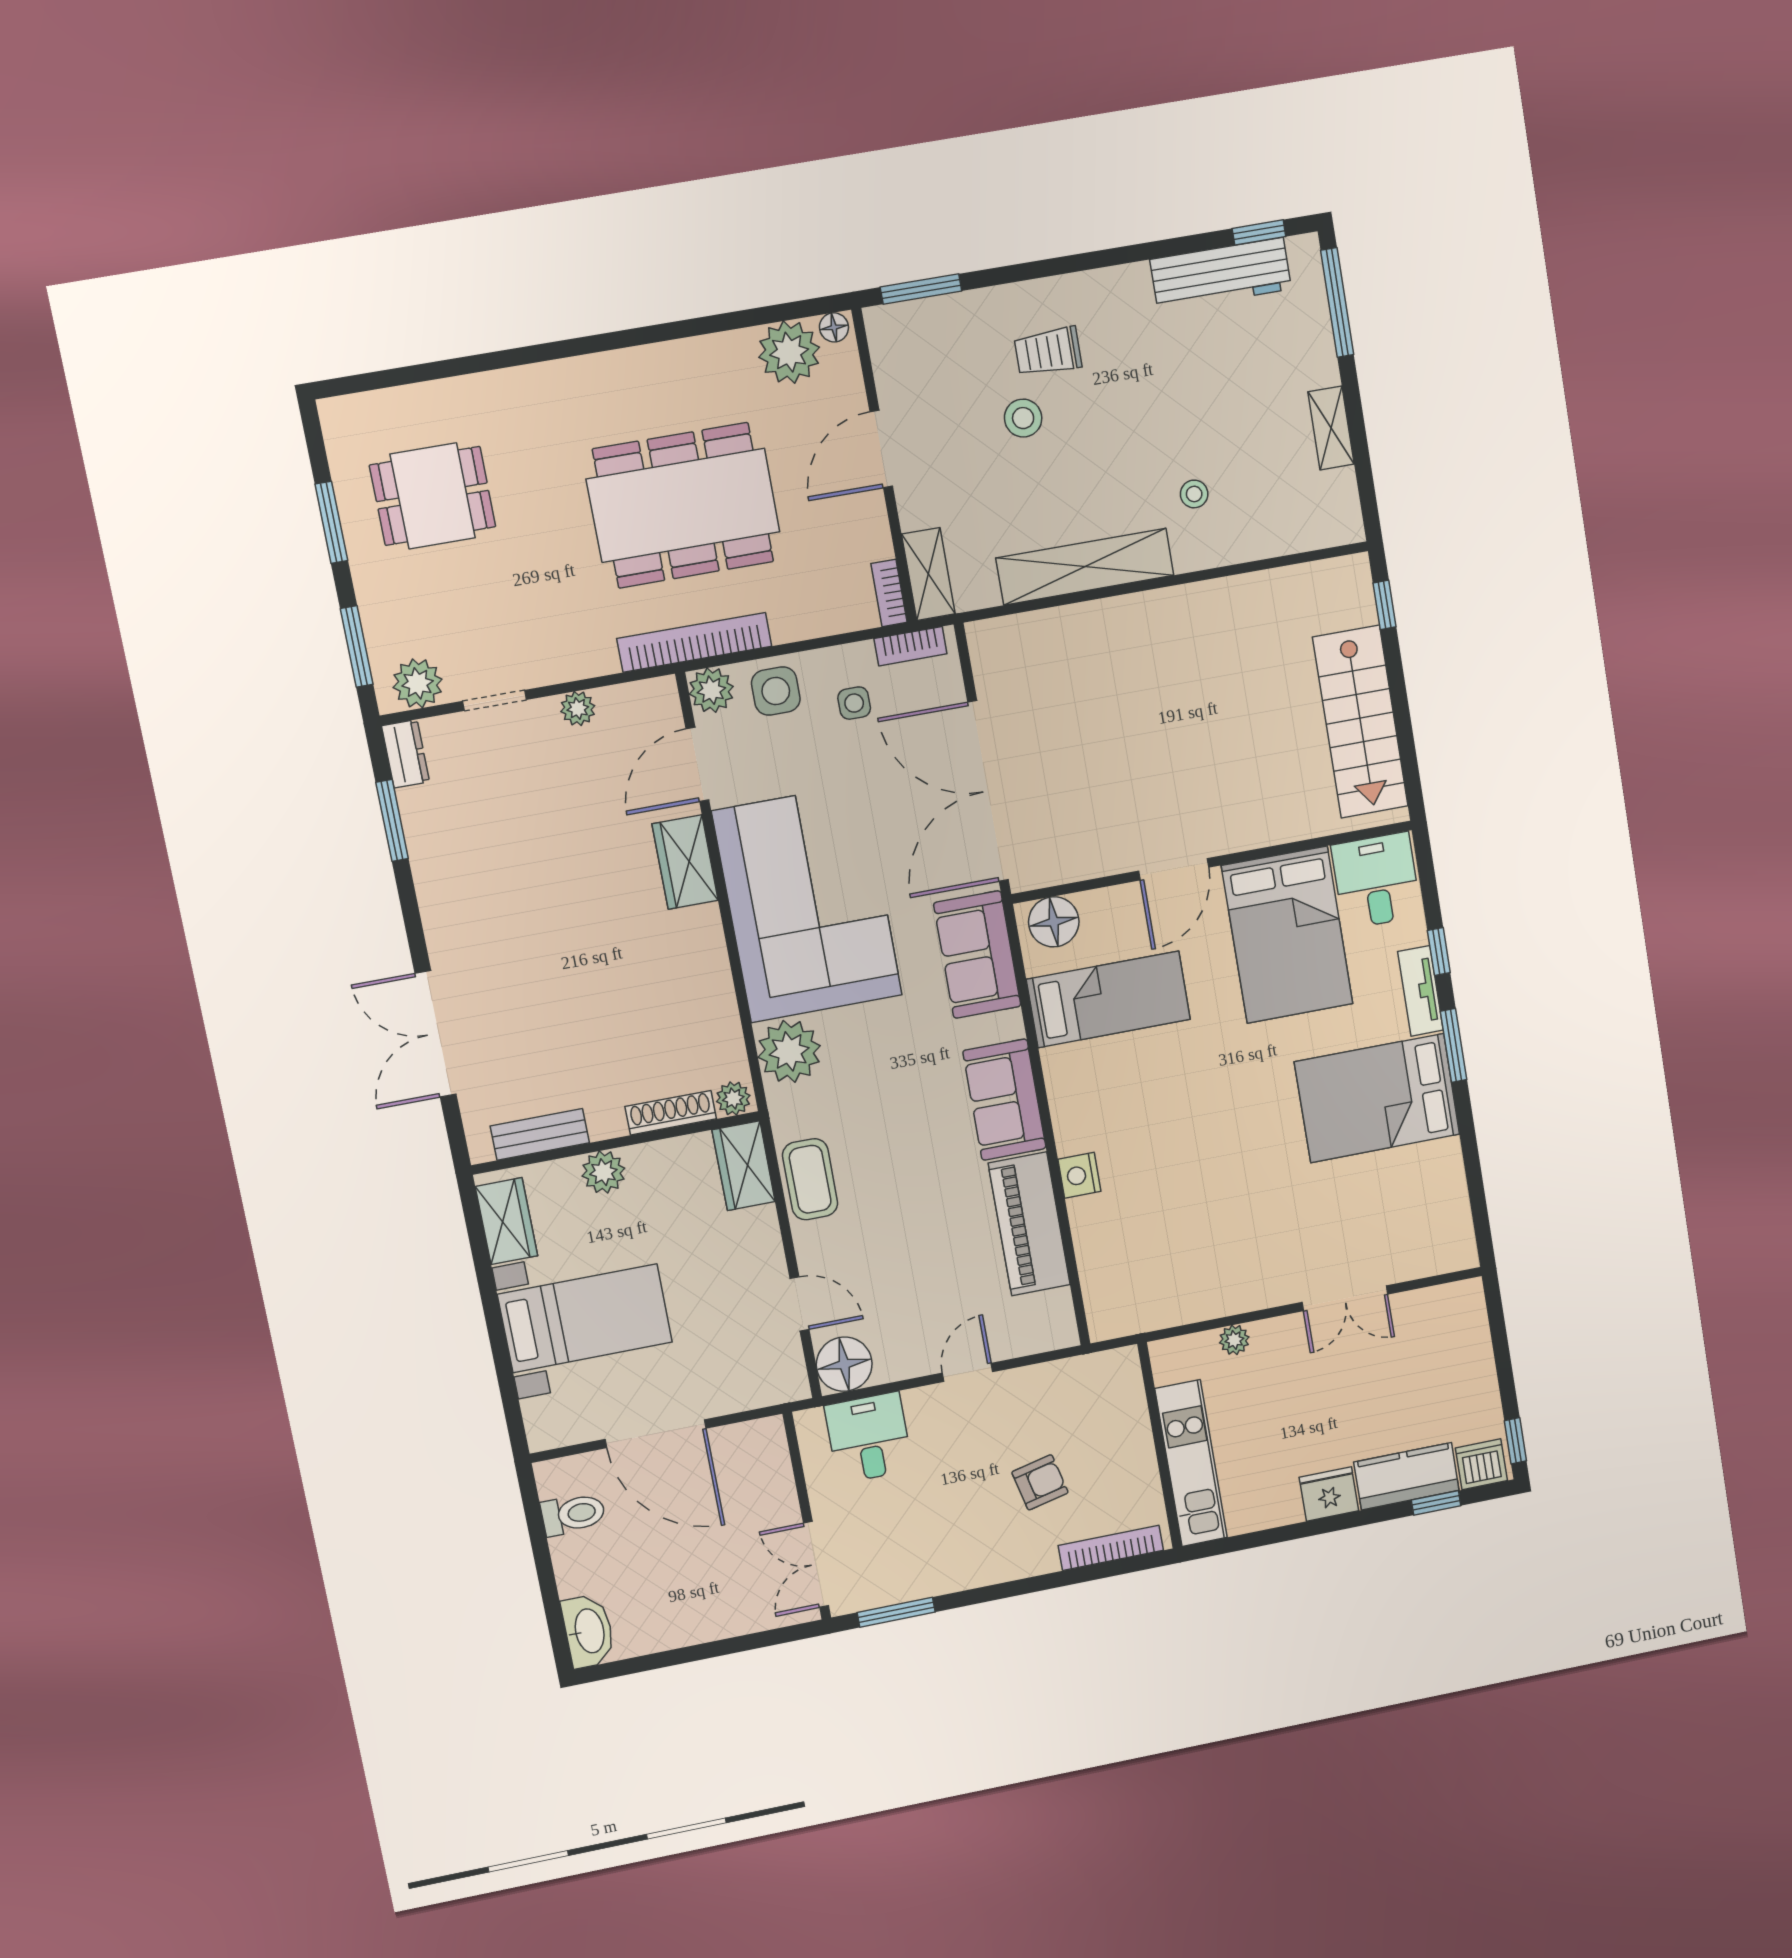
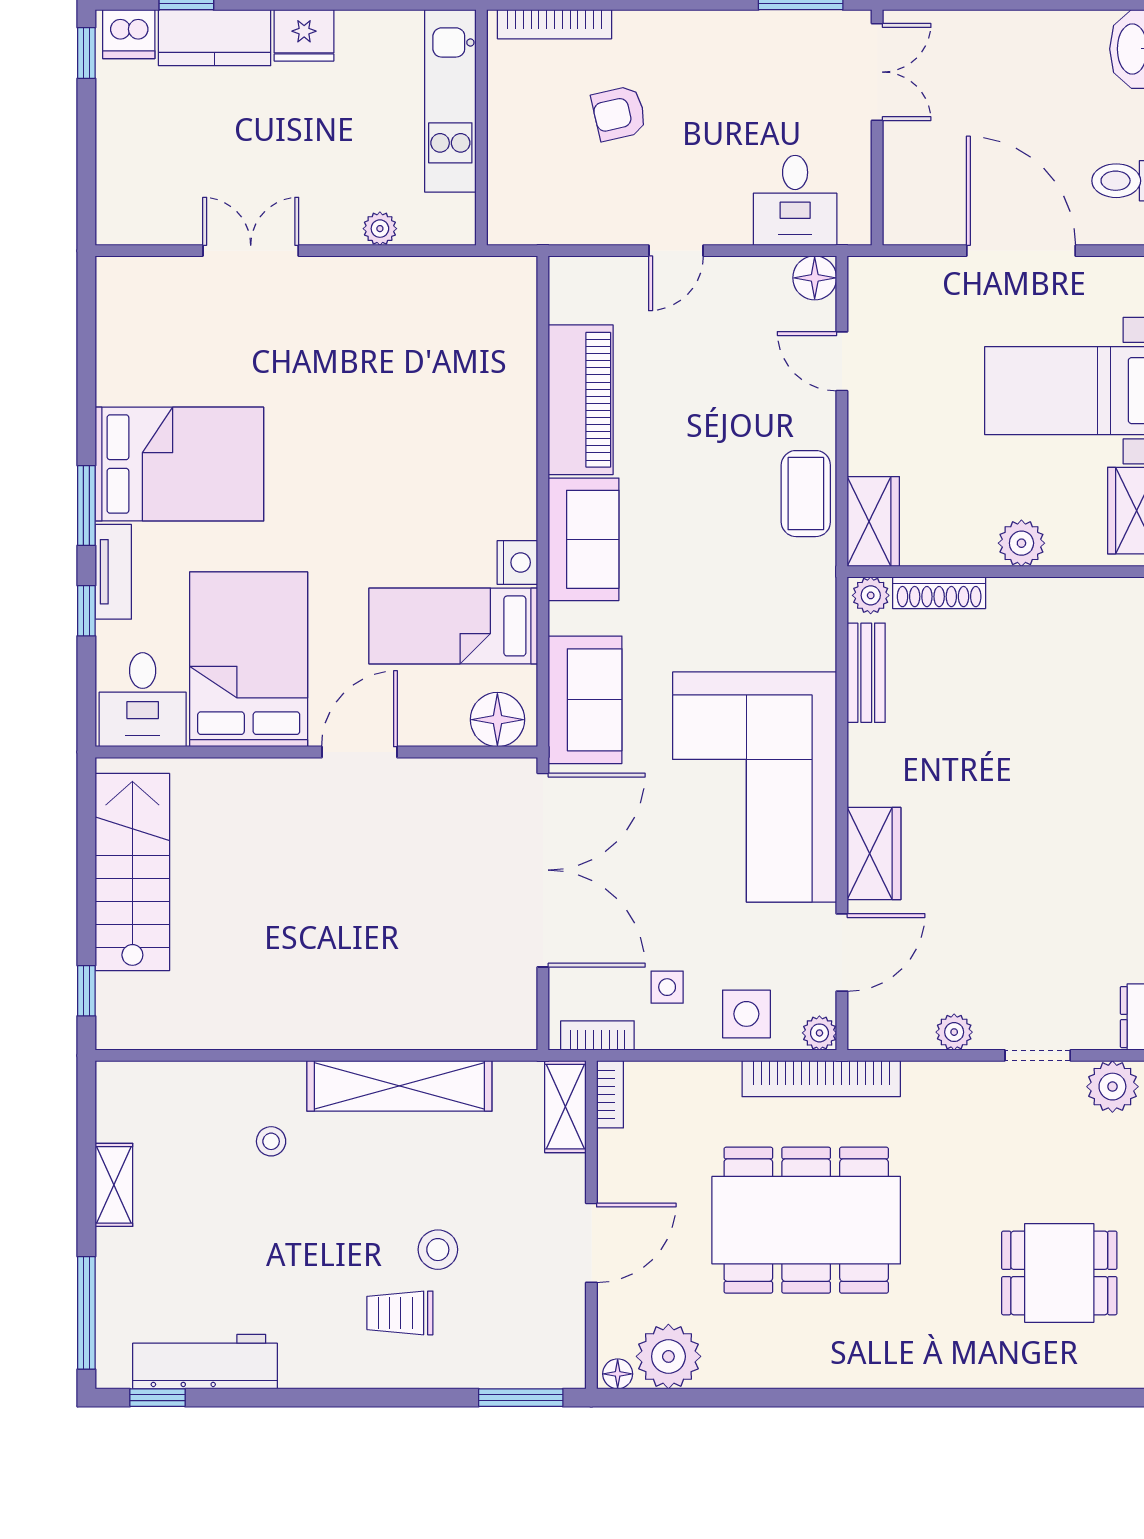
trolley: (1048, 351) -> (400, 1313), turned 180
plant: (711, 690) -> (819, 1033), width x0.73, depth x0.73
plant: (789, 1051) -> (803, 634), removed
bench: (540, 1134) -> (866, 673), moved, turned 90
nightstand: (1079, 1175) -> (517, 562), moved
floor lamp: (844, 1364) -> (815, 278), width x0.73, depth x0.73

